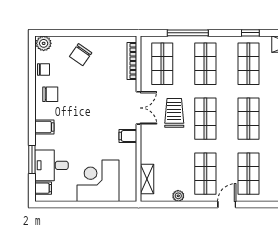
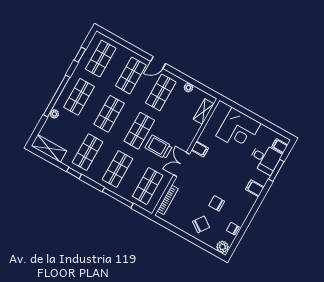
chair: (50, 94) -> (217, 203), moved
trolley: (174, 113) -> (159, 147), turned 90

